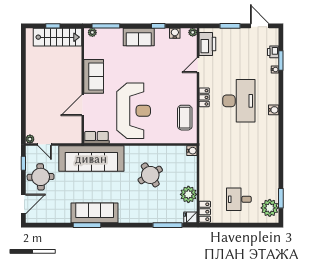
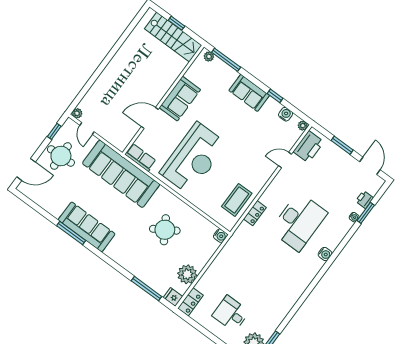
locker: (204, 97) -> (255, 213), moved

